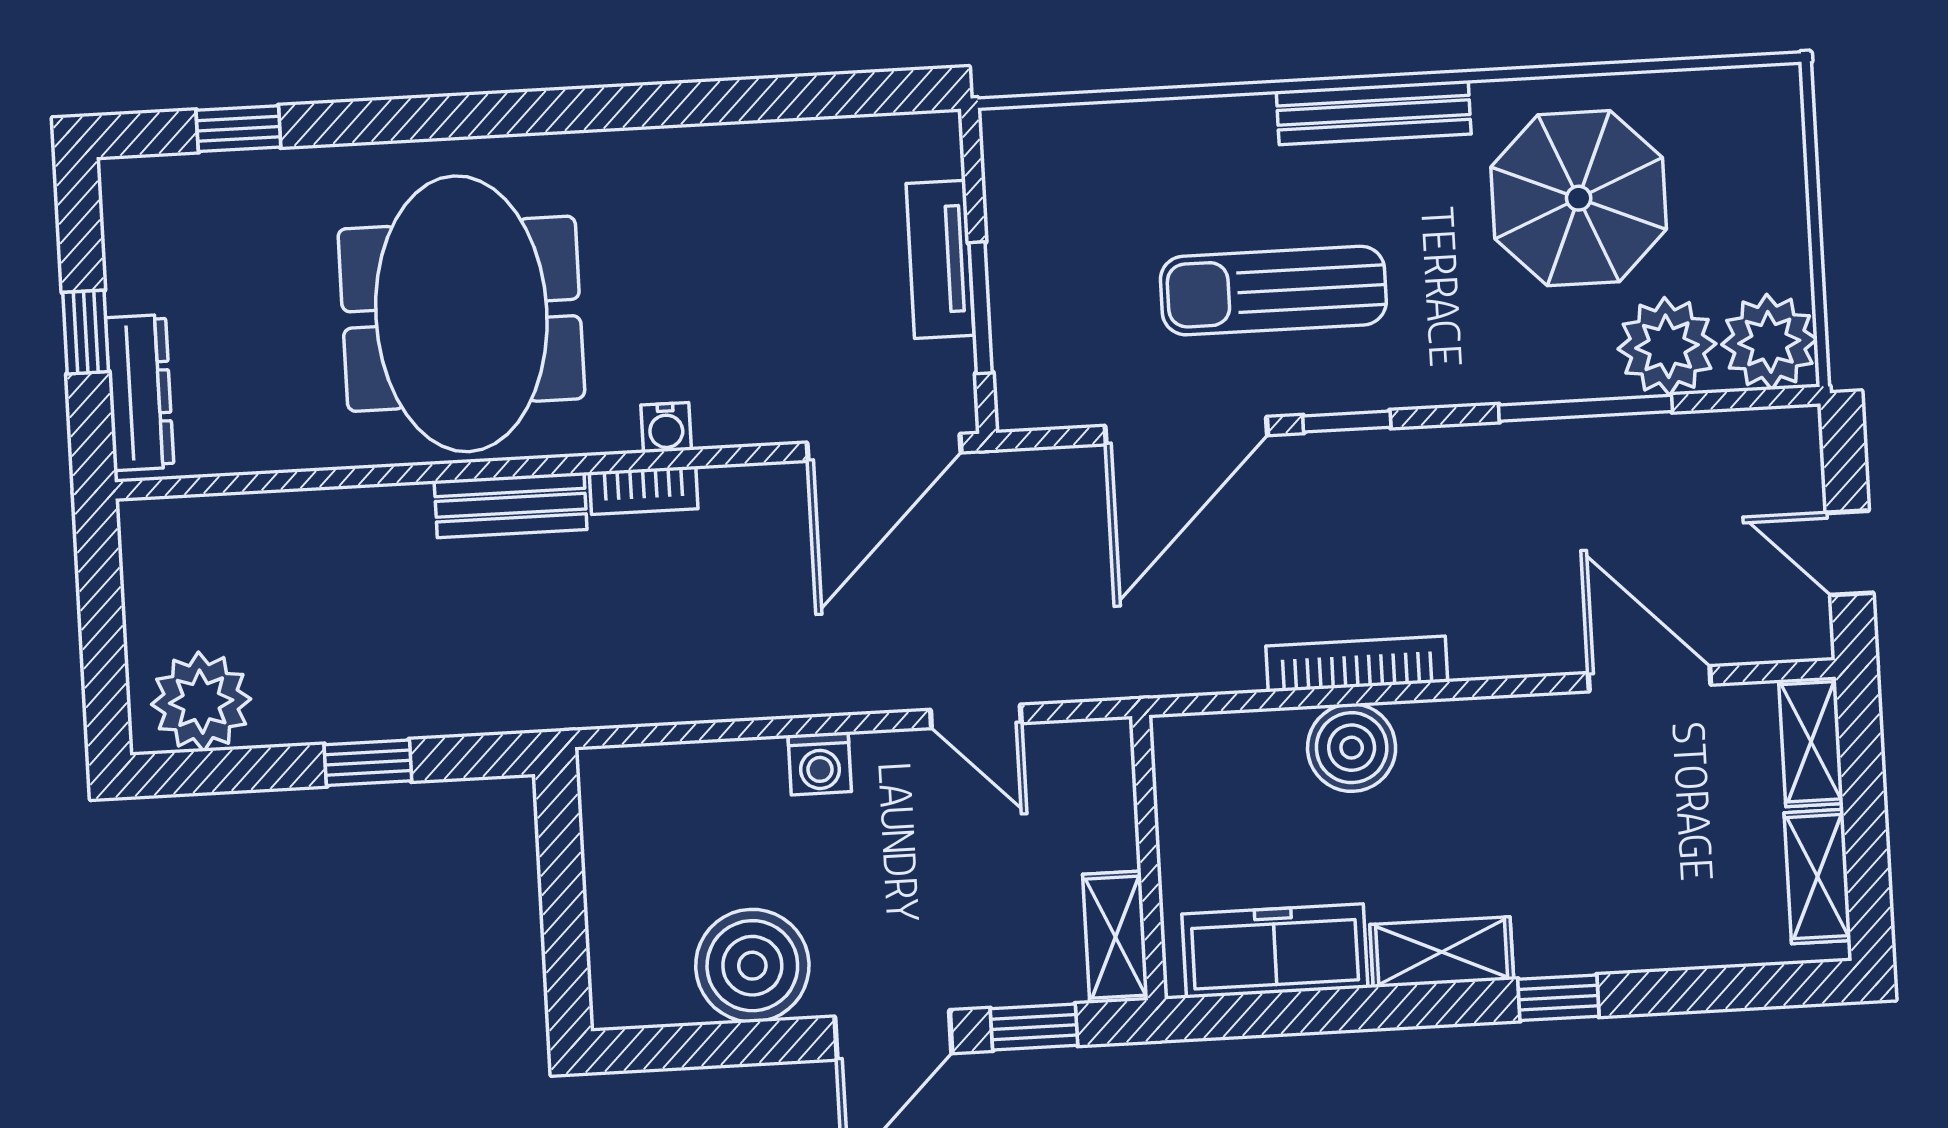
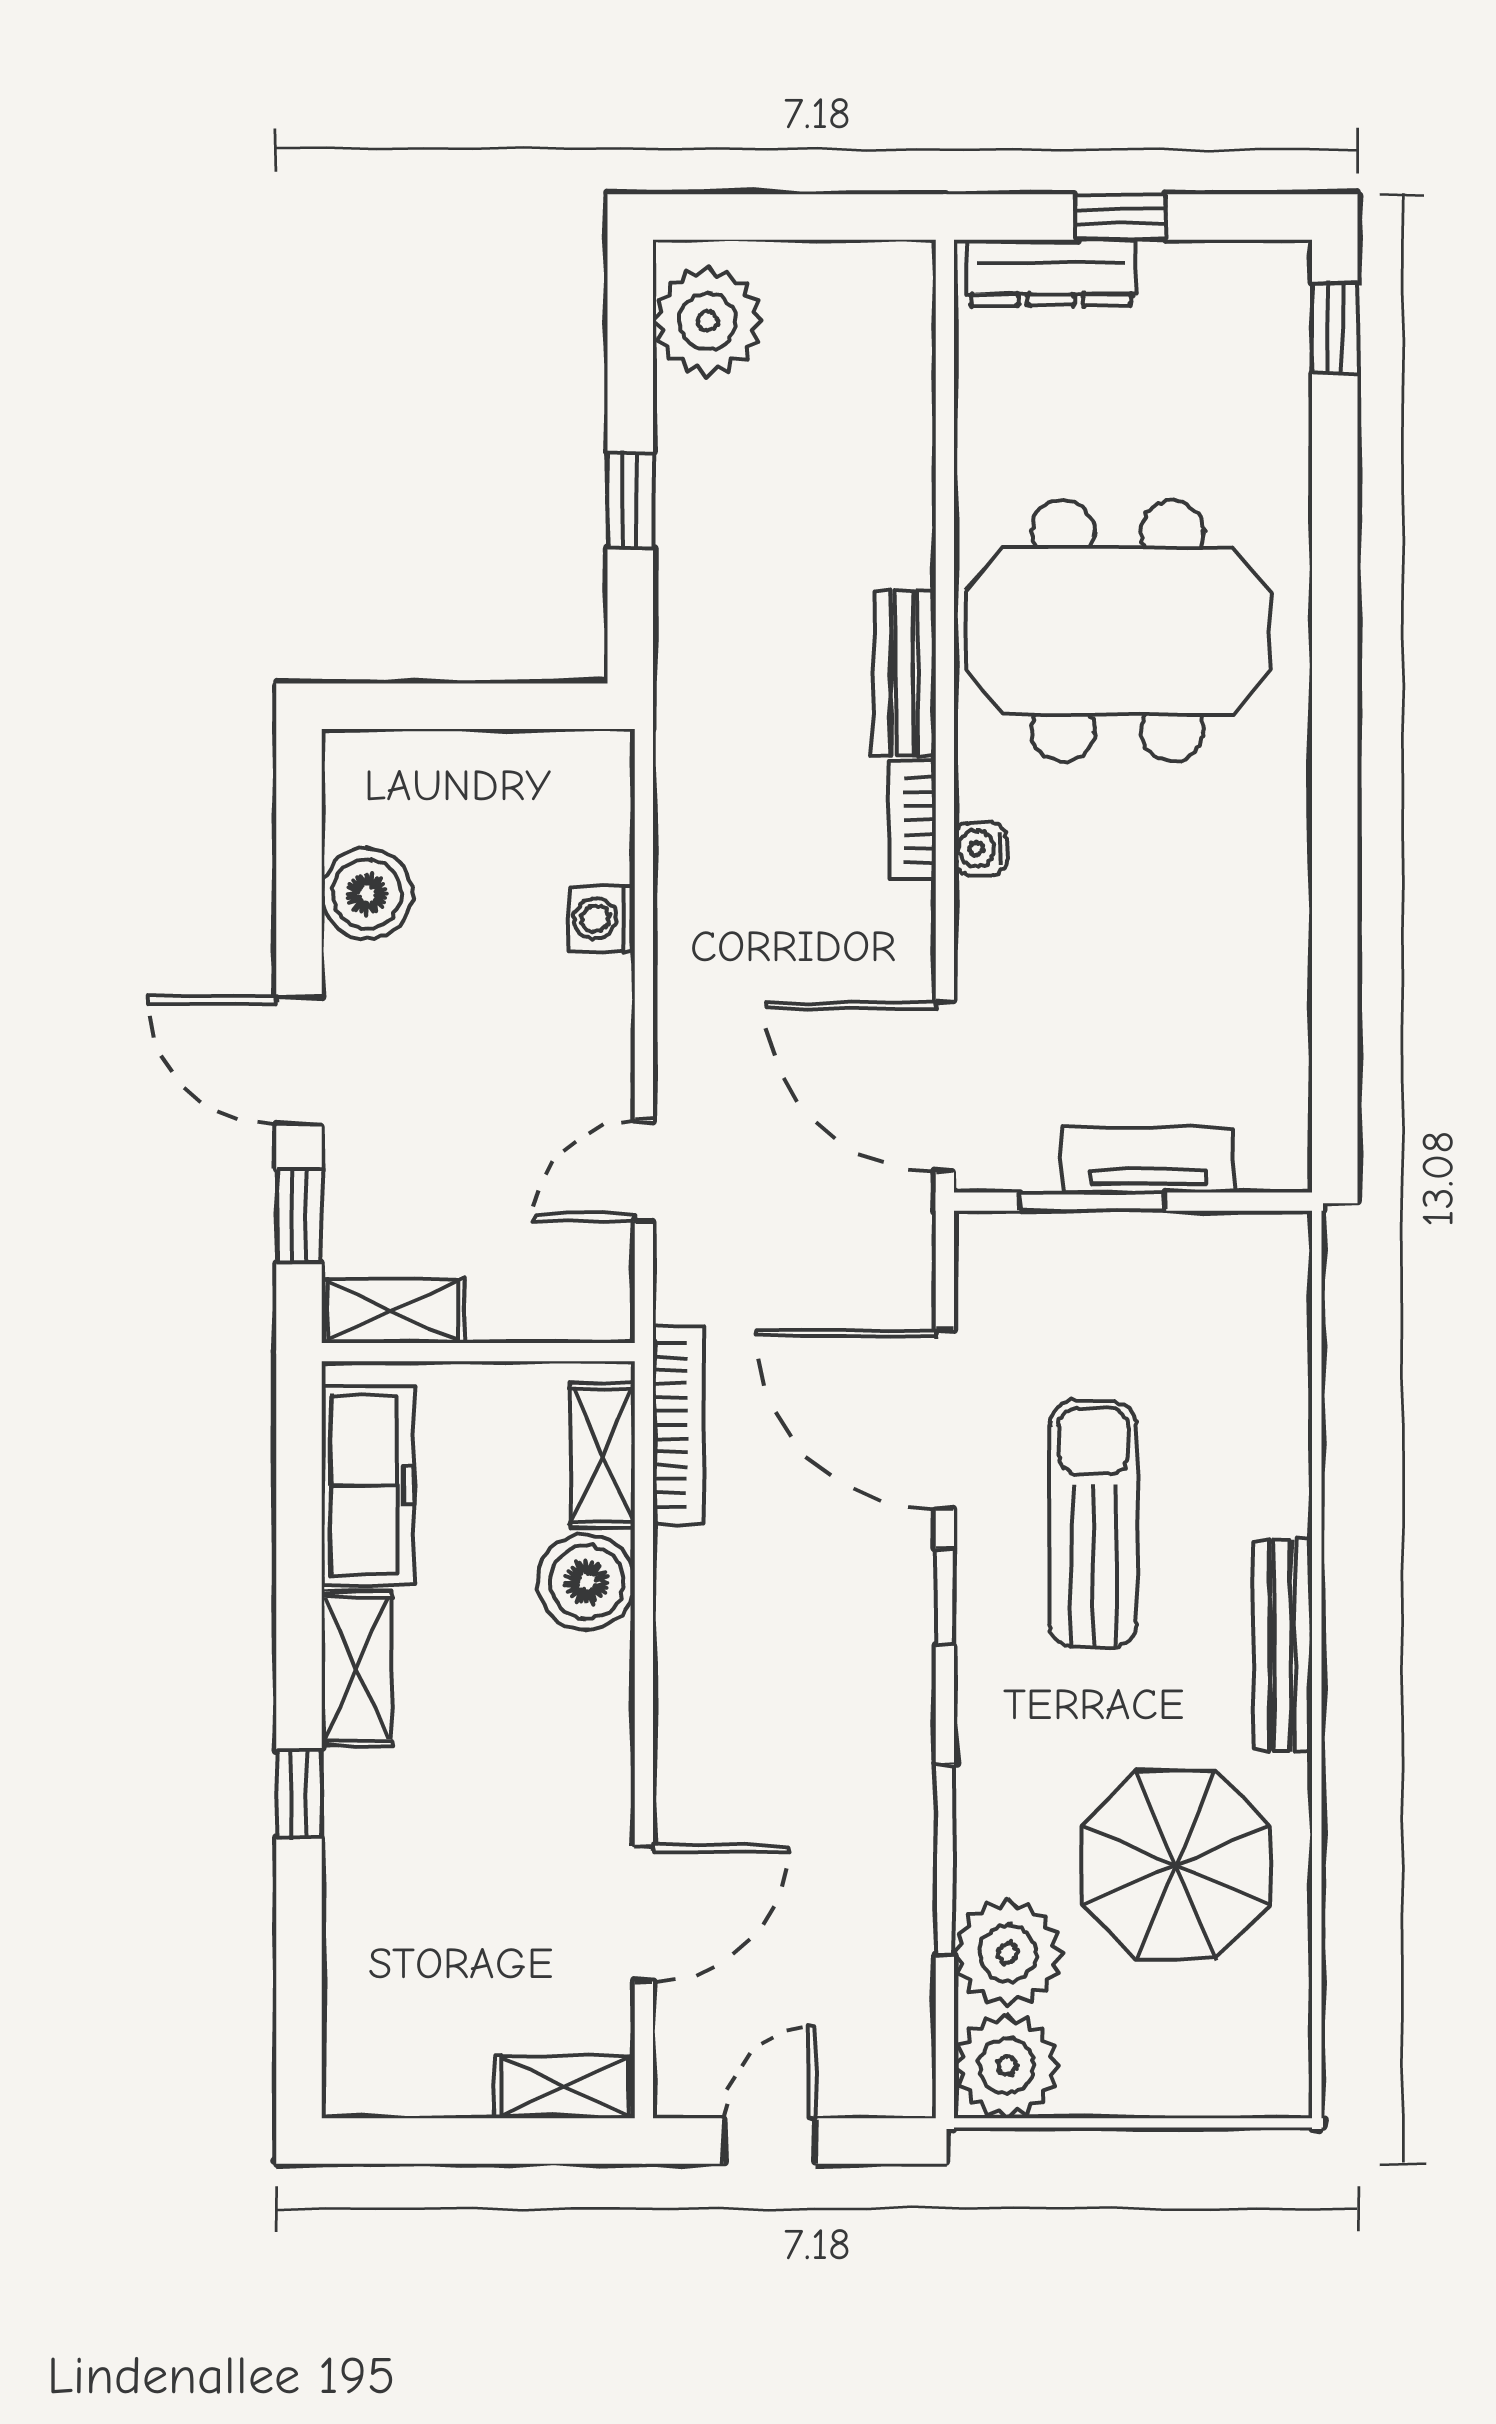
window: (238, 129) -> (1335, 328), moved
bookcase: (1357, 664) -> (678, 1425), moved
washing machine: (820, 763) -> (602, 919), moved
shelving: (1817, 877) -> (602, 1455), moved, turned 90
boiler: (752, 966) -> (367, 894), width x0.73, depth x0.73

